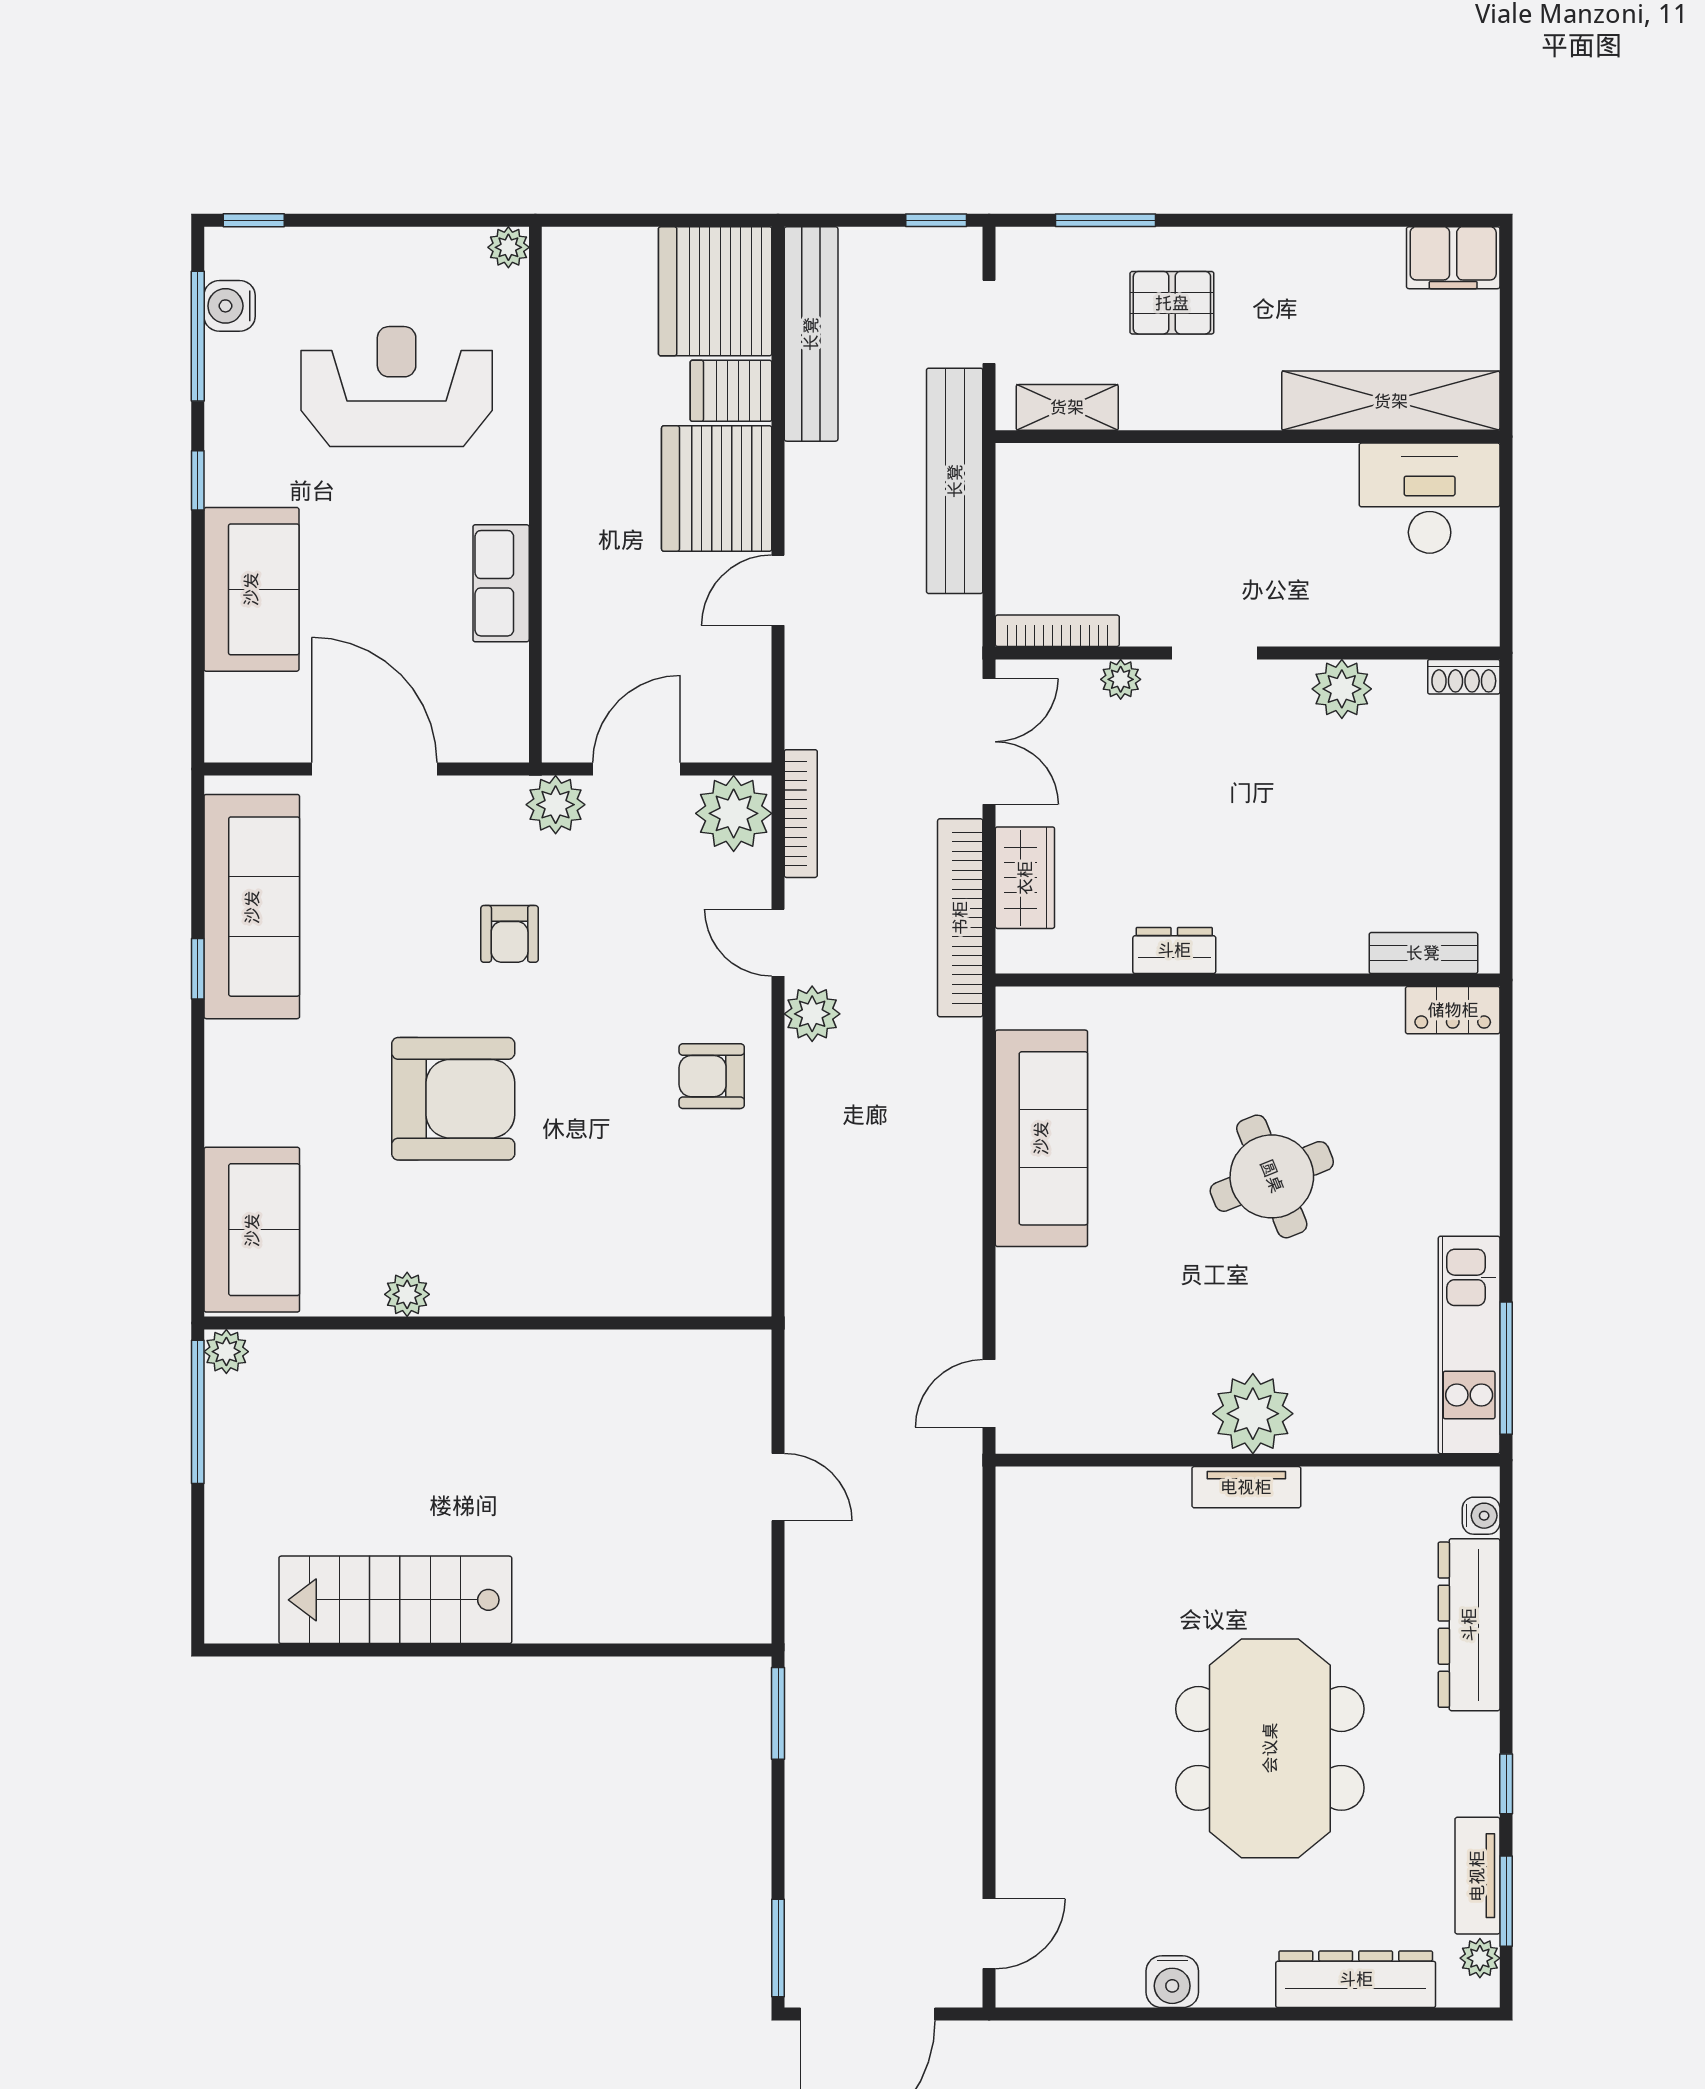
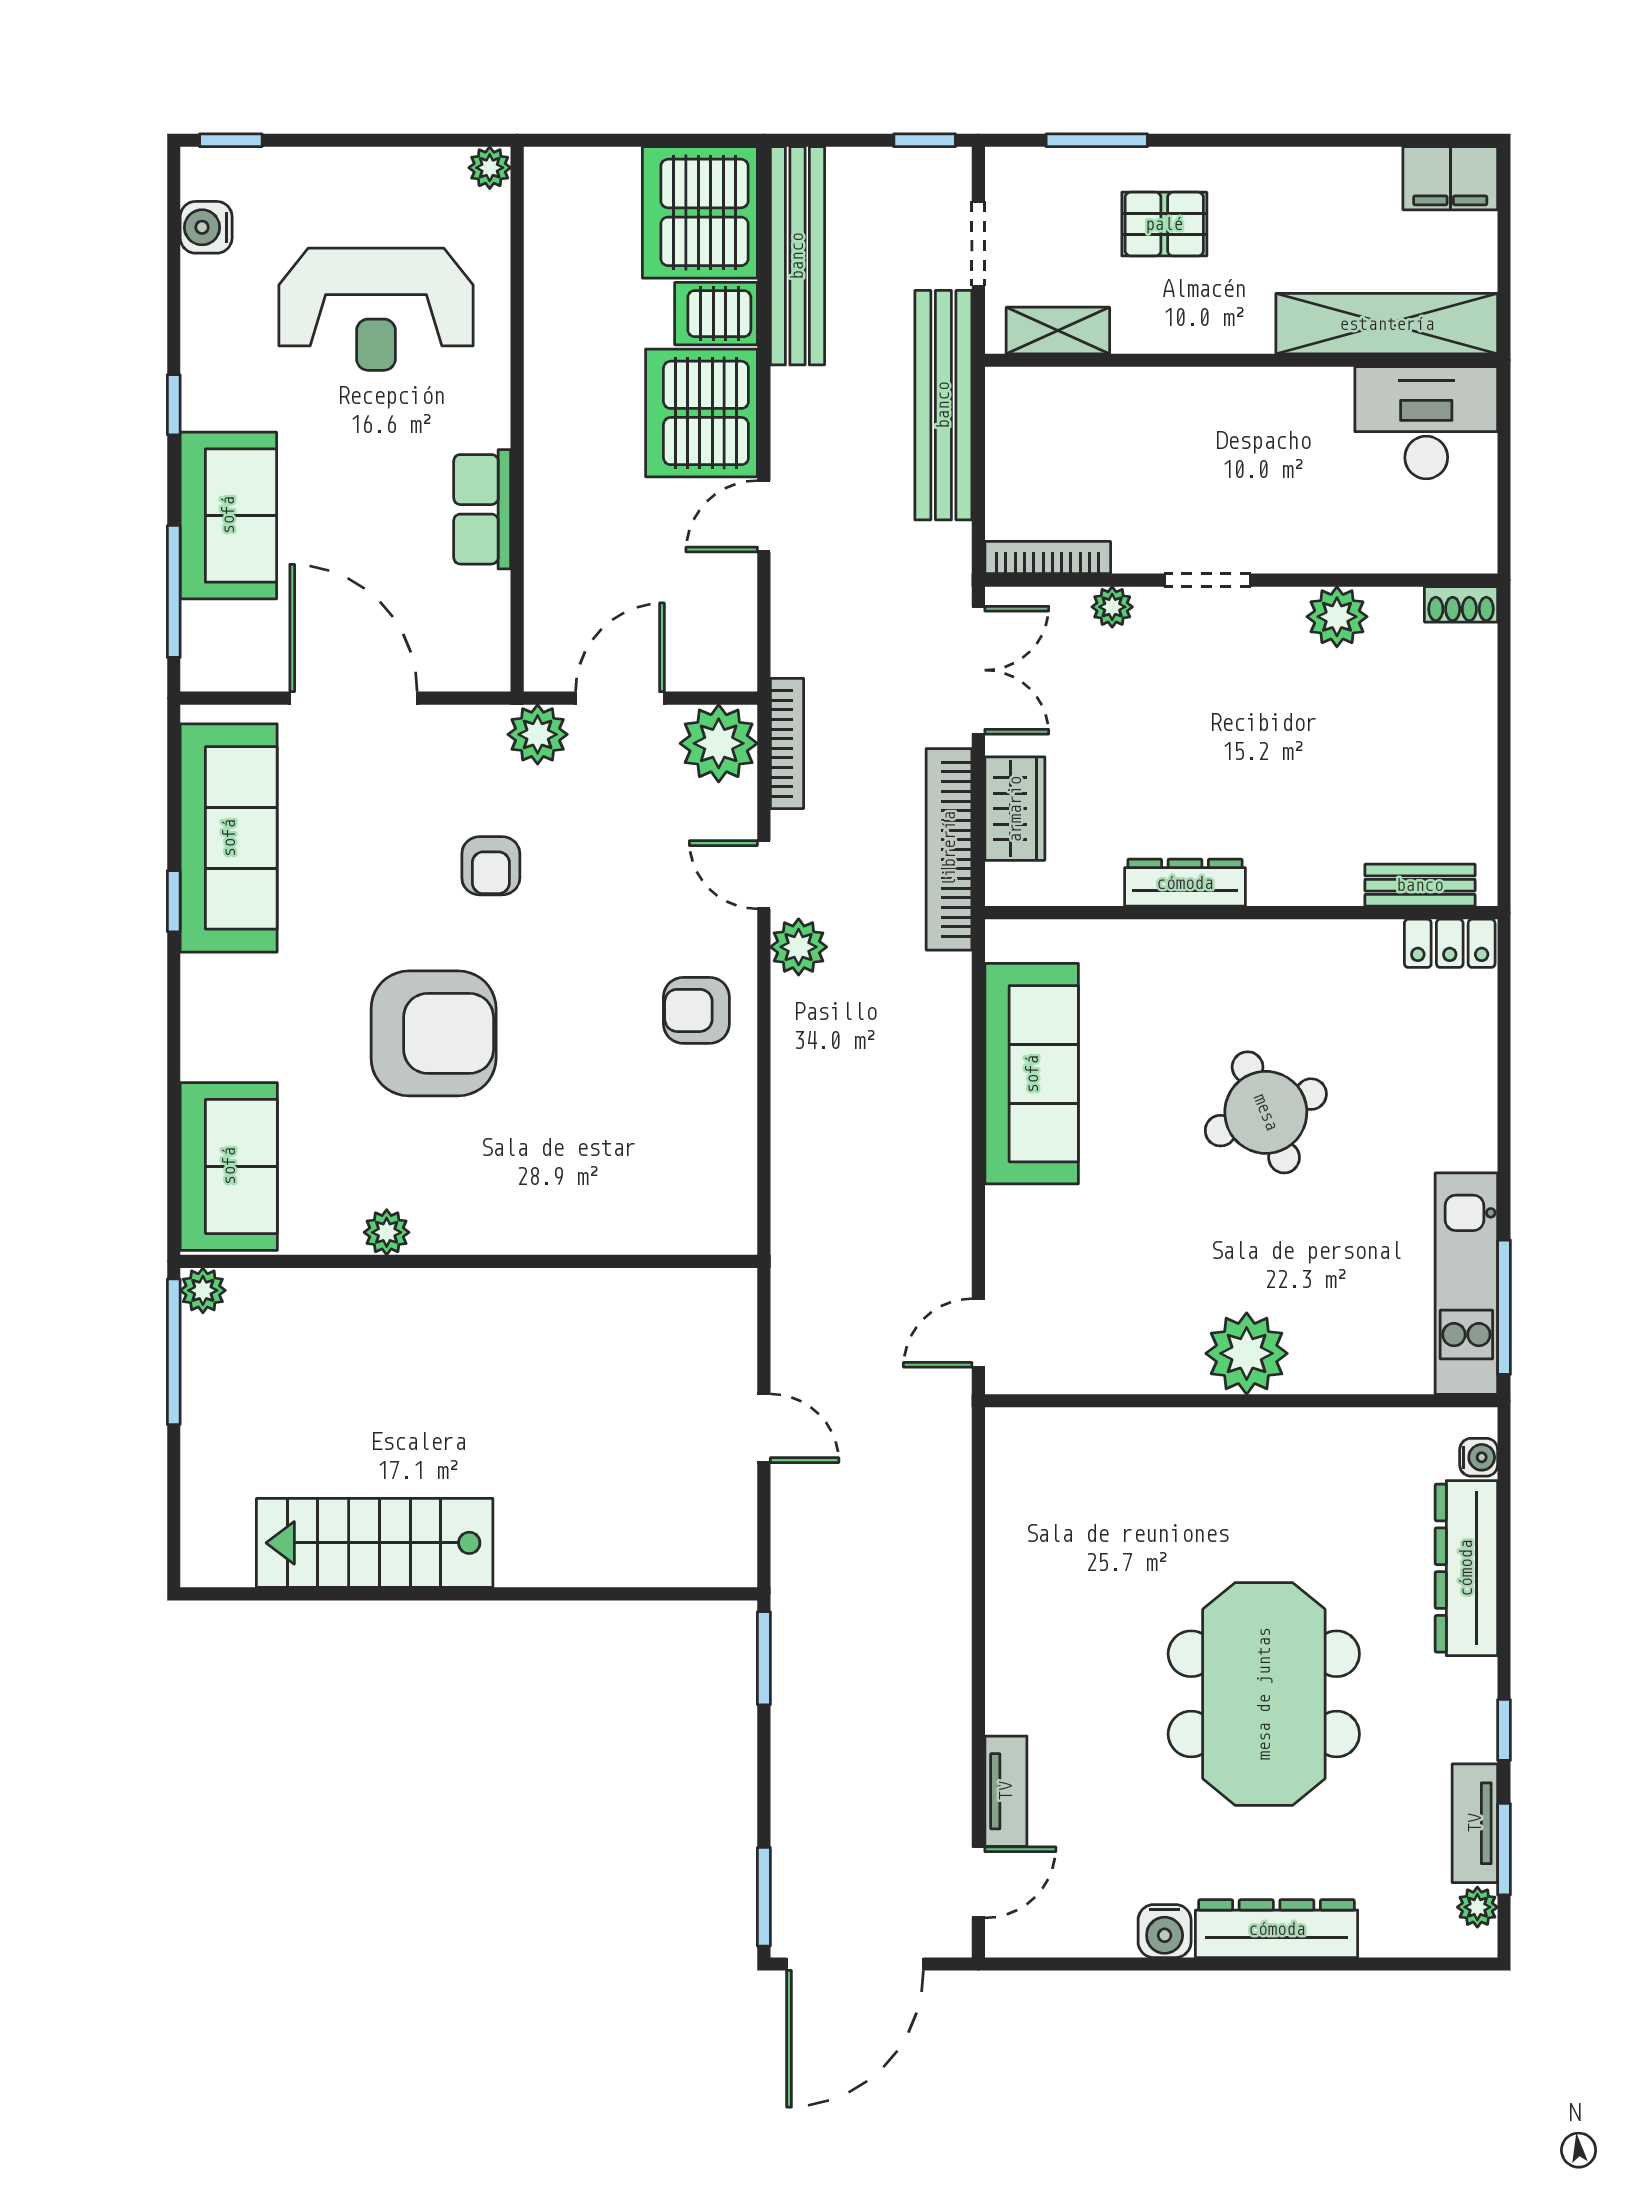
window: (198, 336) -> (174, 591), moved
reception desk: (397, 387) -> (376, 309), turned 180
dresser: (1174, 950) -> (1185, 883), width x1.44
tv unit: (1246, 1487) -> (1006, 1791), moved, turned -90
dresser: (1356, 1979) -> (1277, 1929), moved

